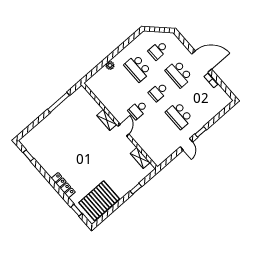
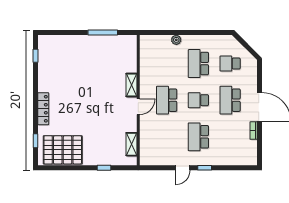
school desk: (138, 110) -> (167, 100), width x1.85

